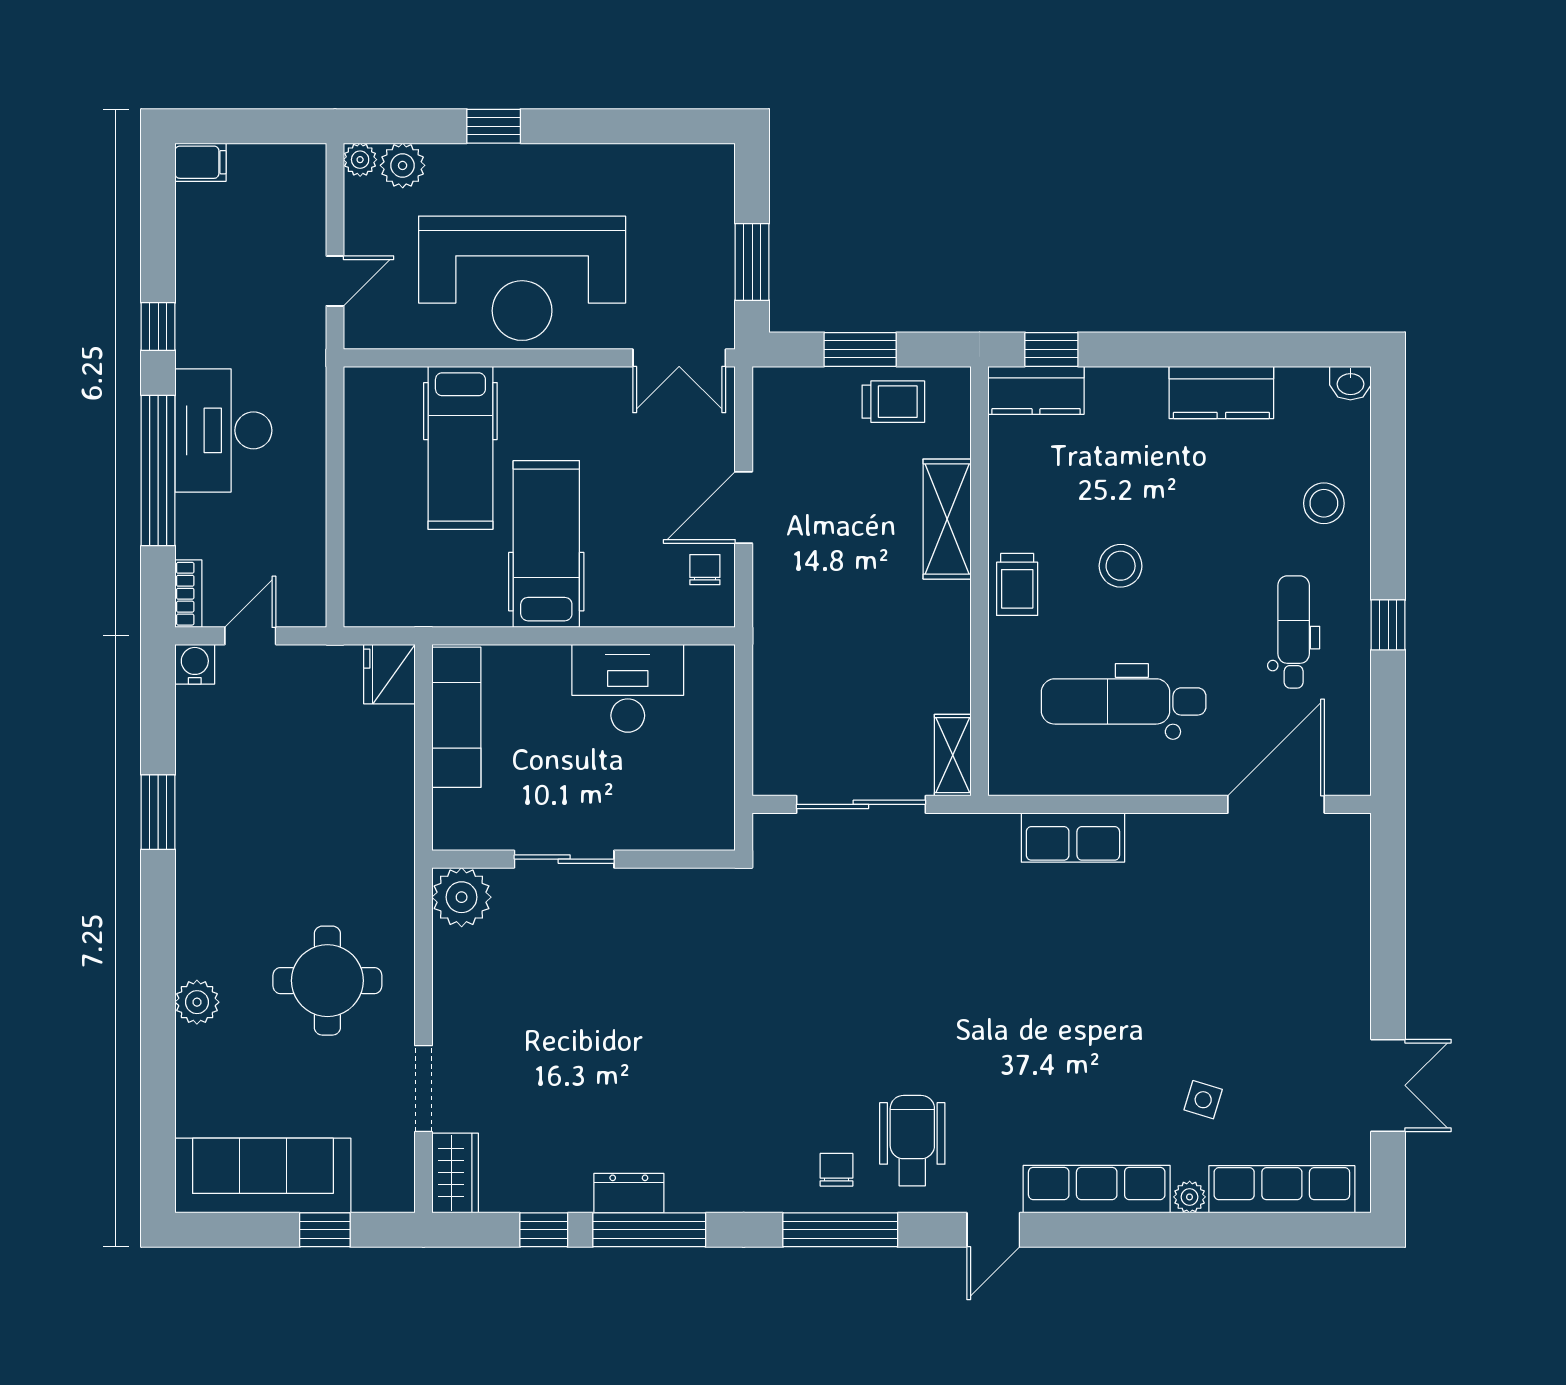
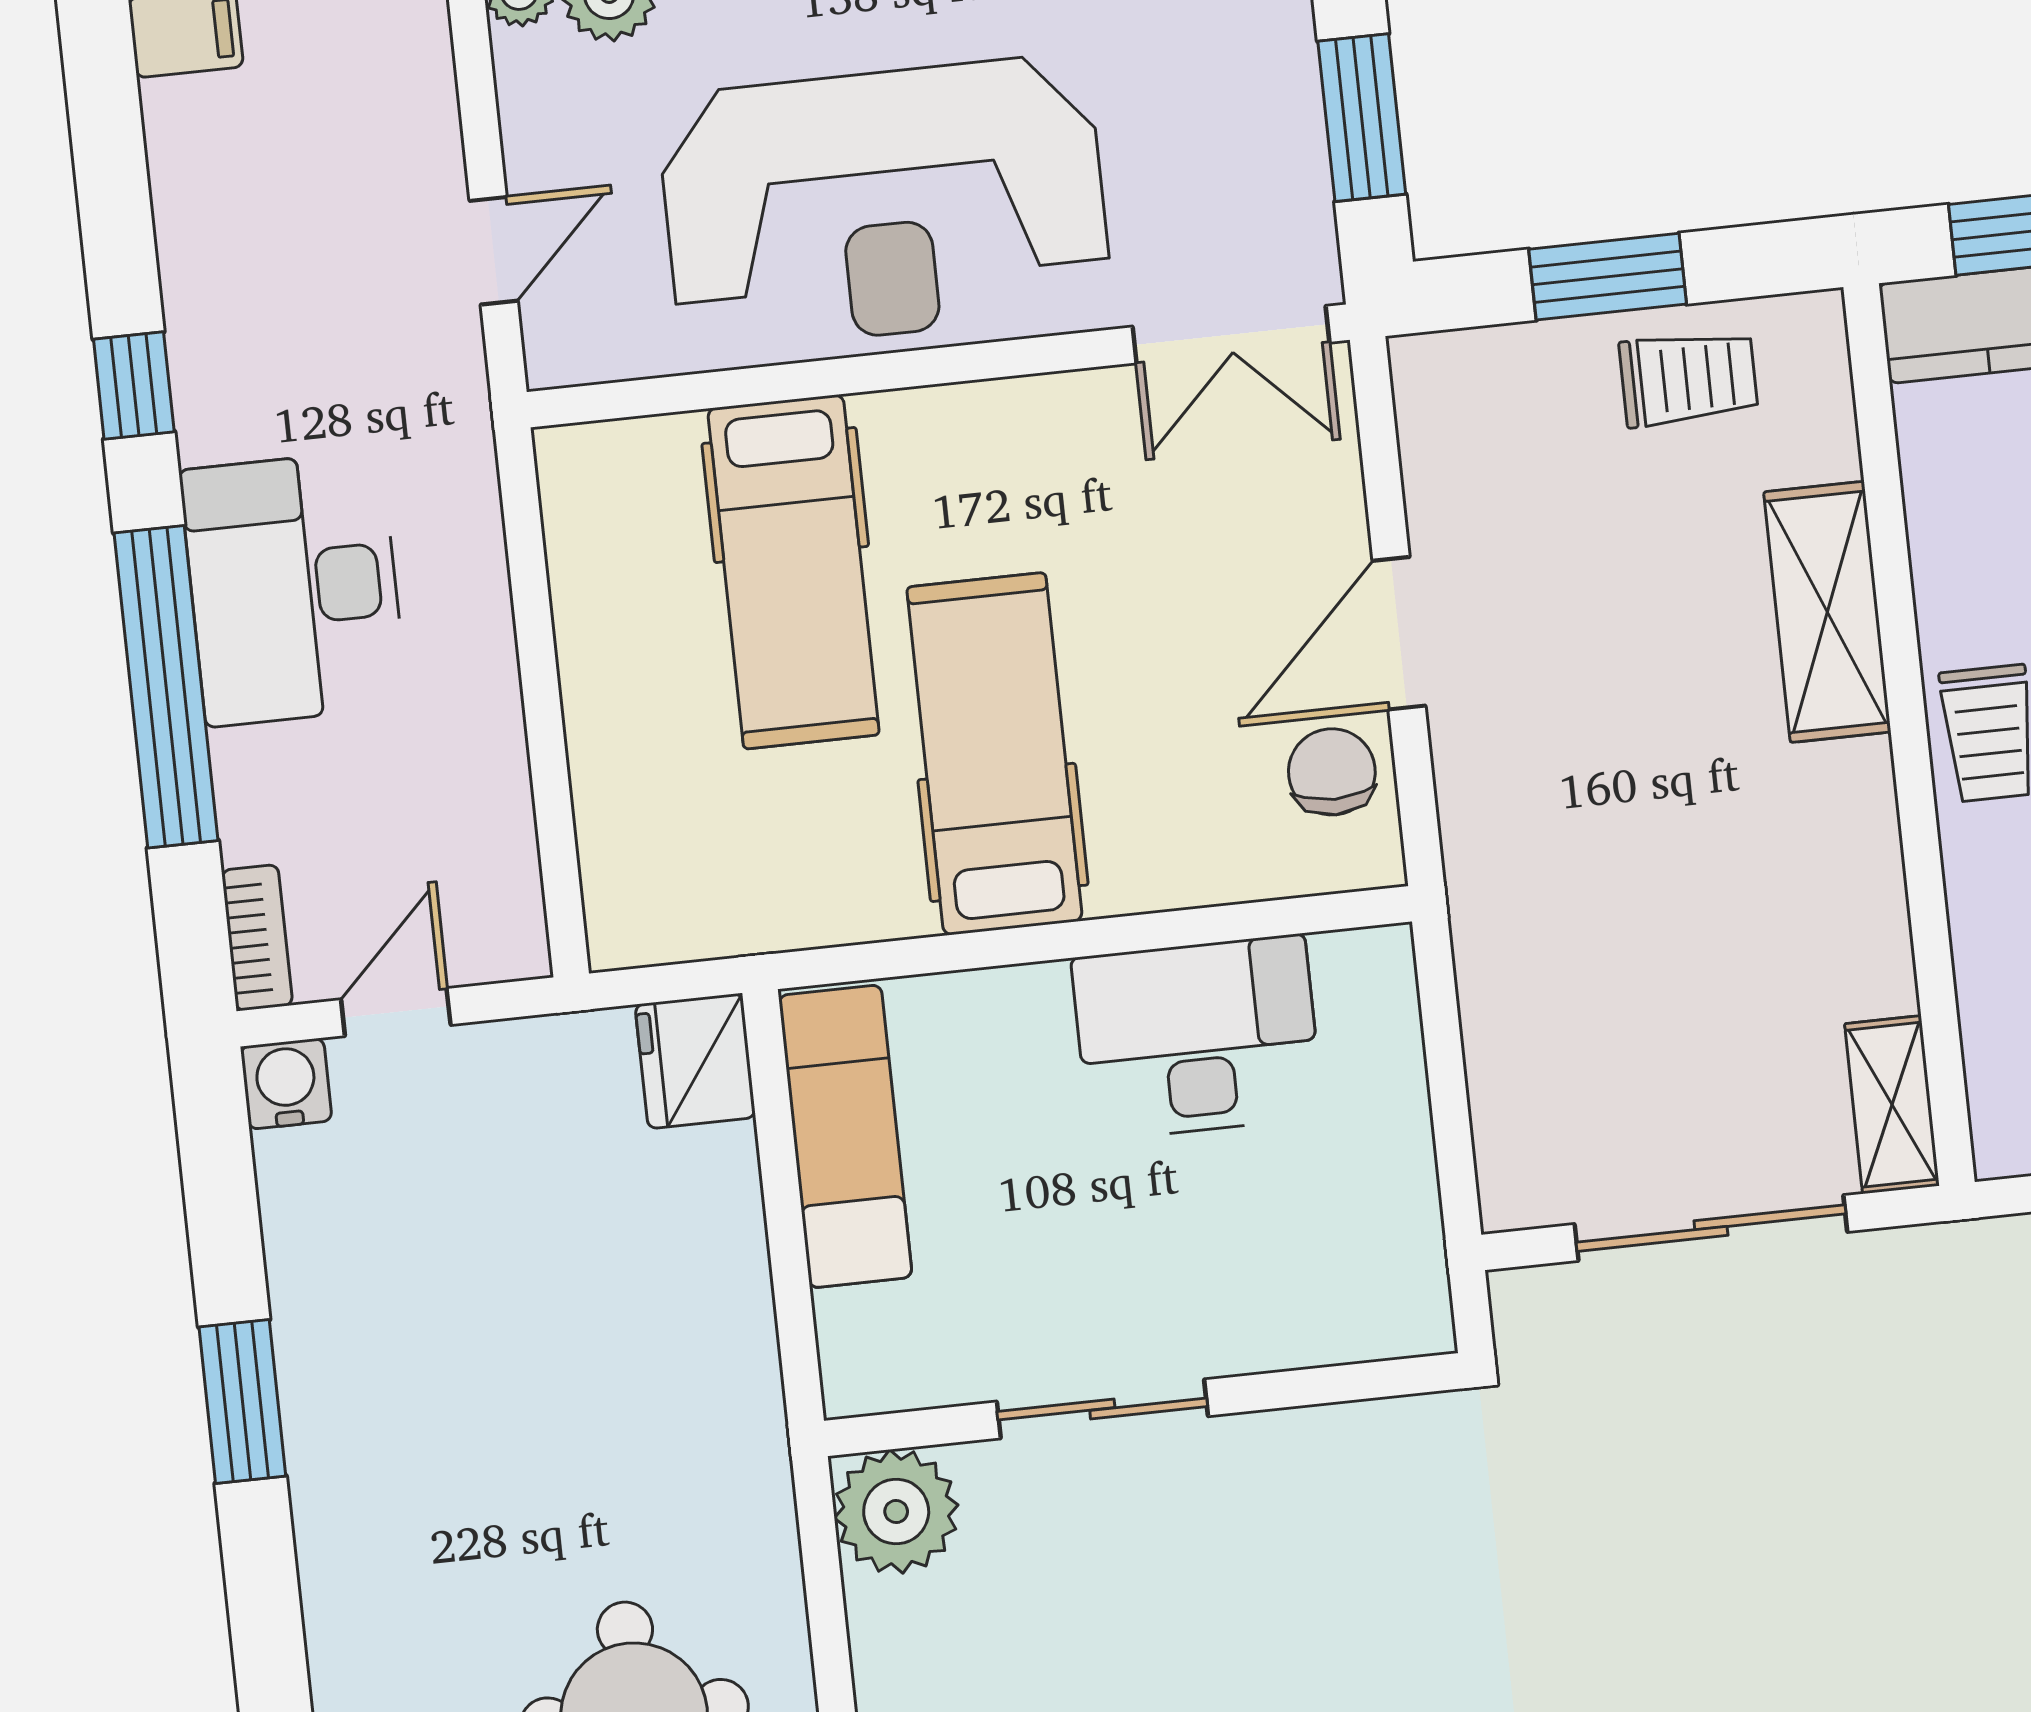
chair: (705, 570) -> (1332, 772), width x1.37, depth x1.37

